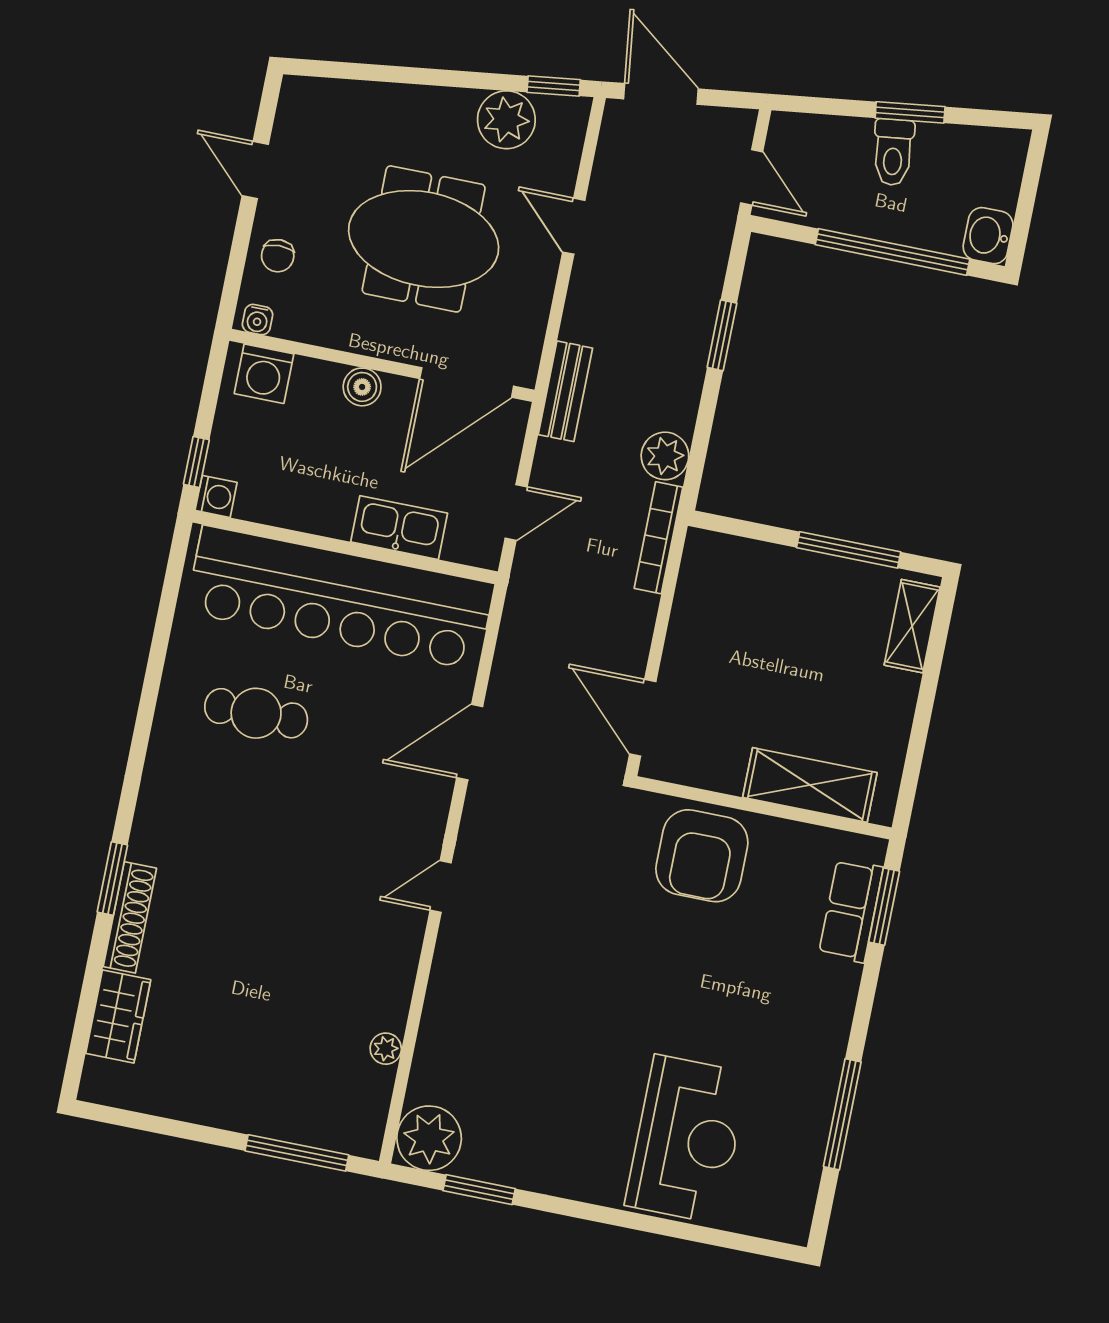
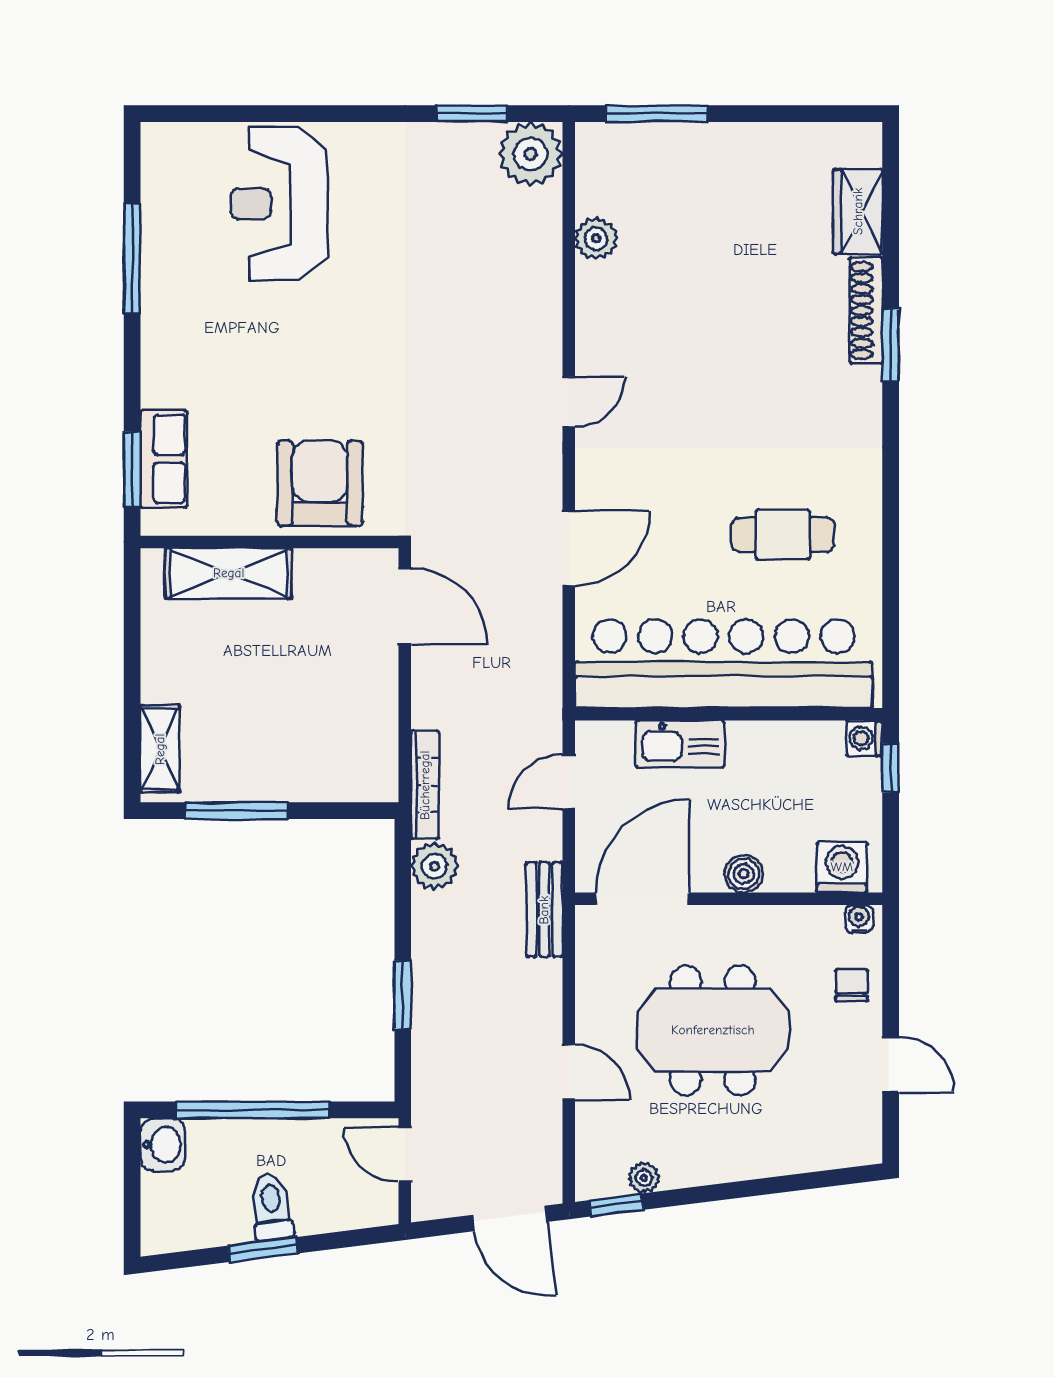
plant: (506, 120) -> (644, 1178), width x0.53, depth x0.53
plant: (386, 1049) -> (596, 239), width x1.38, depth x1.38

